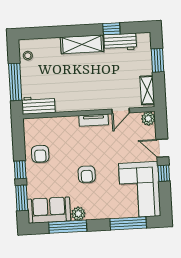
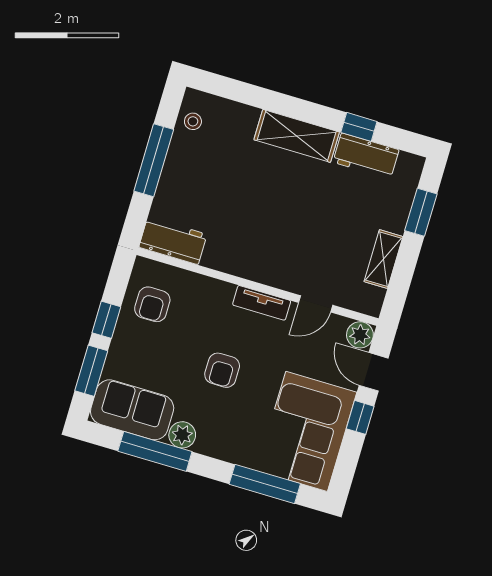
workbench: (38, 105) -> (173, 241), moved
door: (121, 111) -> (316, 304), moved
wall: (89, 113) -> (258, 287), moved
plant: (148, 119) -> (360, 335), moved
tv unit: (94, 120) -> (262, 303), moved

